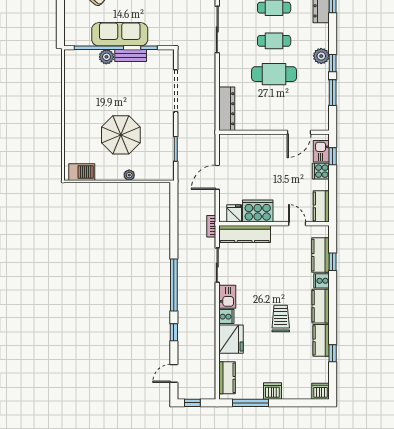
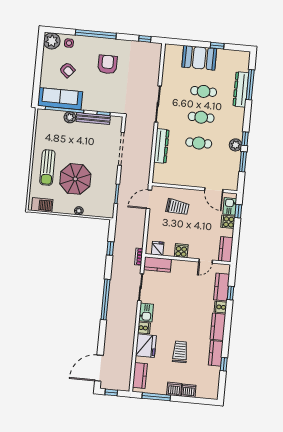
sofa: (120, 34) -> (60, 99), moved
bench: (131, 56) -> (93, 118), width x1.36
plant: (321, 56) -> (236, 145), moved
cafe table: (274, 74) -> (199, 143), width x0.73, depth x0.74
dresser: (227, 109) -> (161, 146), moved
sun lounger: (84, 124) -> (47, 167), added
door: (299, 132) -> (214, 190), hinge flipped
trolley: (255, 158) -> (177, 207), added
door: (217, 177) -> (149, 199), moved
cooker: (258, 211) -> (181, 251), width x0.53, depth x0.76
door: (297, 224) -> (206, 261), swing flipped
kitchen counter: (245, 234) -> (157, 264), width x0.67
trolley: (281, 319) -> (180, 352), moved
window: (174, 332) -> (110, 248), moved
door: (174, 373) -> (99, 368), width x1.87
dishwasher: (321, 391) -> (189, 391), moved

